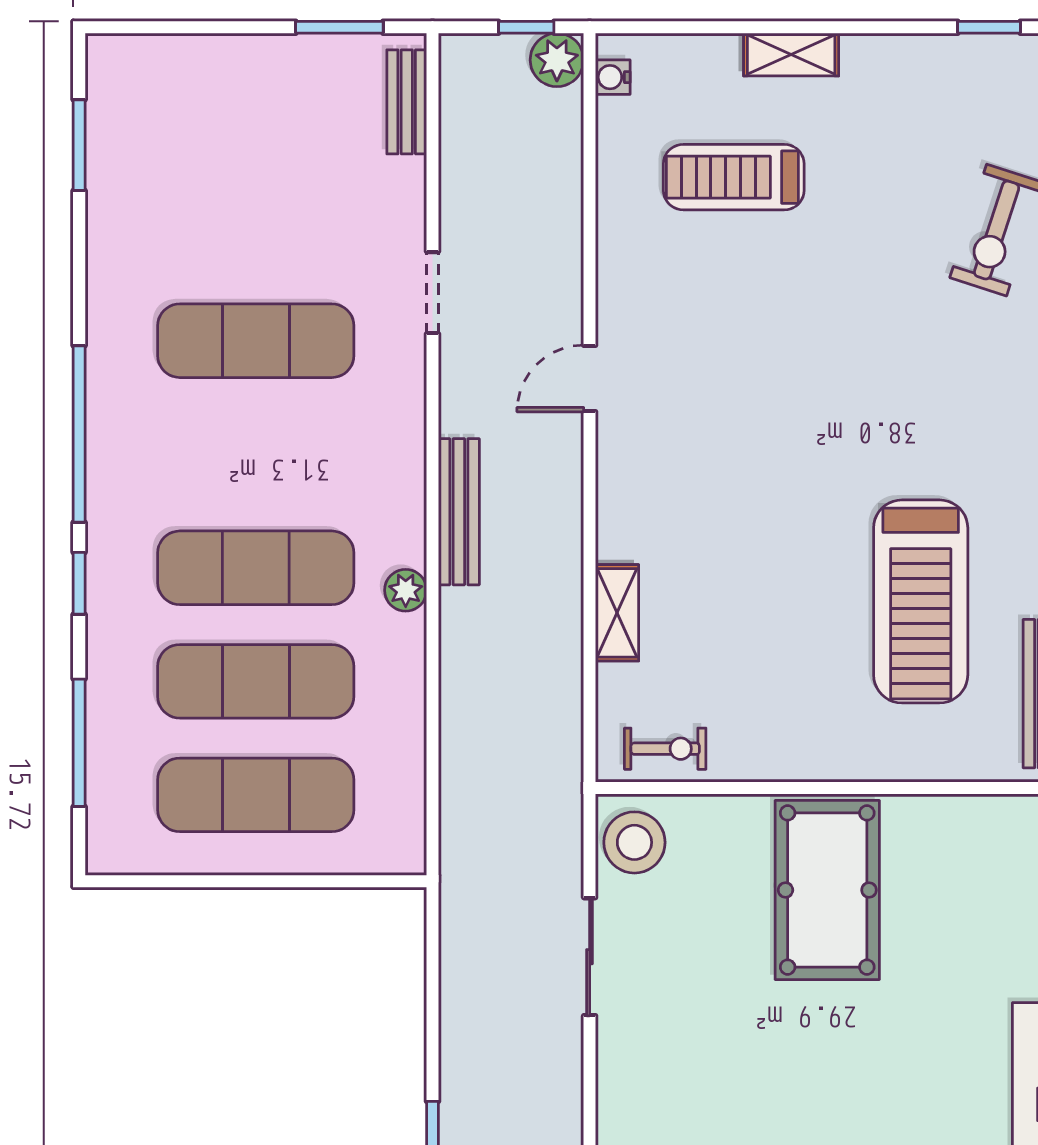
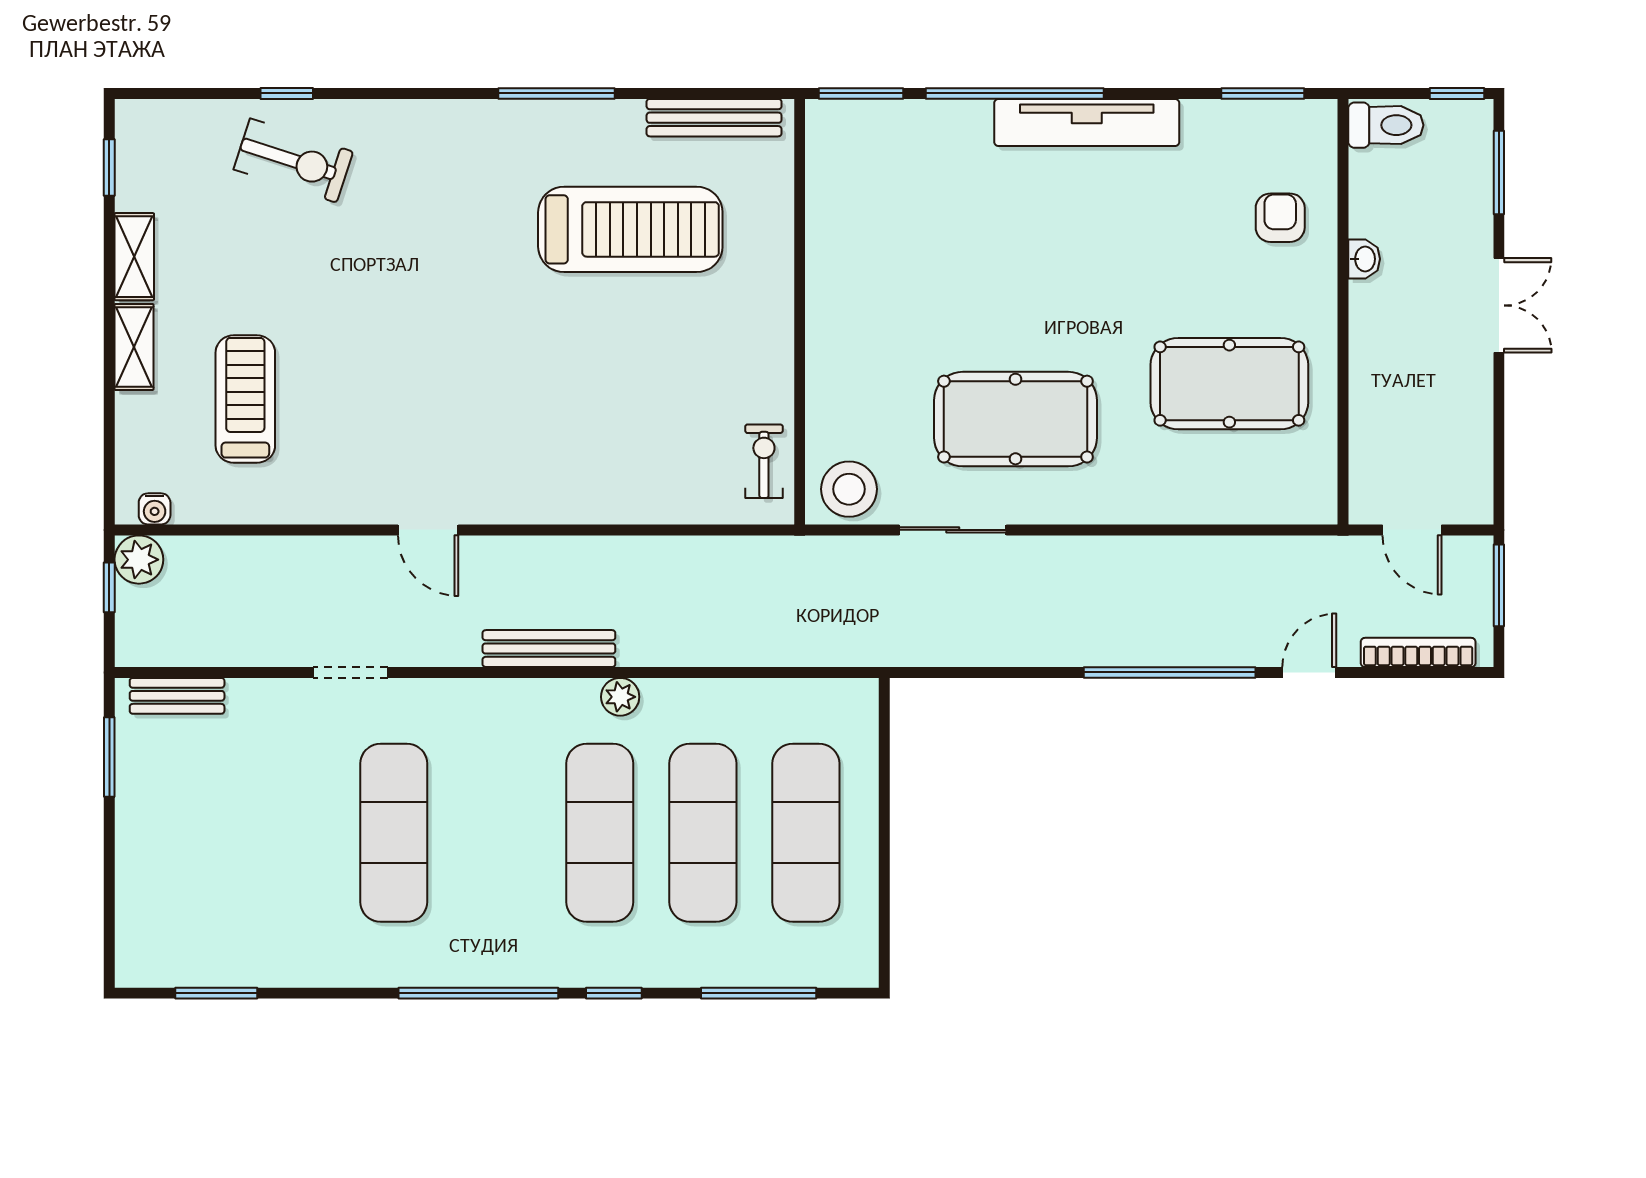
treadmill: (734, 177) -> (245, 399), turned 180
shelving: (617, 613) -> (134, 257), moved, turned 90
pool table: (827, 890) -> (1015, 419), moved

